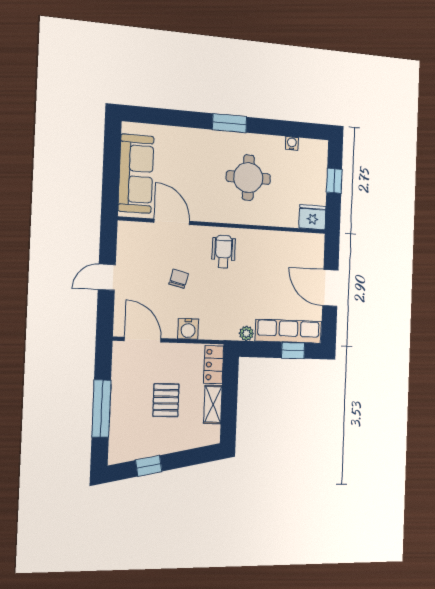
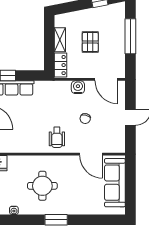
plant: (246, 333) -> (40, 86), removed

